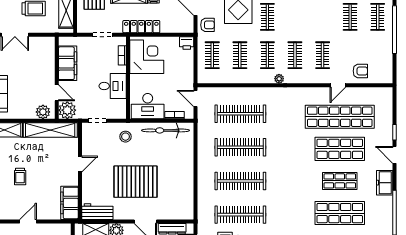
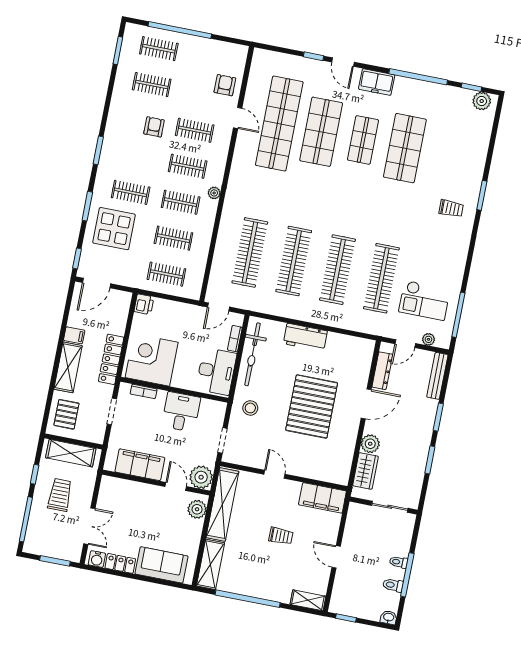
armchair: (207, 25) -> (154, 127), moved
door: (57, 93) -> (176, 486), hinge flipped
door: (394, 155) -> (343, 62), hinge flipped
trolley: (20, 176) -> (281, 536), moved
workbench: (97, 212) -> (305, 337), moved, turned -90

